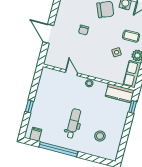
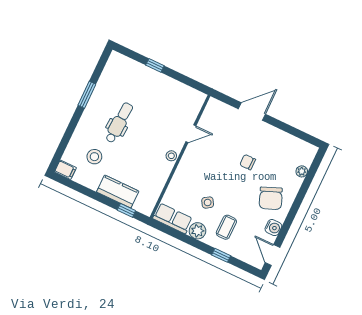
kitchen counter: (120, 93) -> (118, 192), moved, turned 90
dental chair: (73, 123) -> (119, 123), turned -87
filing cabinet: (36, 134) -> (65, 170), moved
window: (58, 149) -> (87, 95), width x0.47

